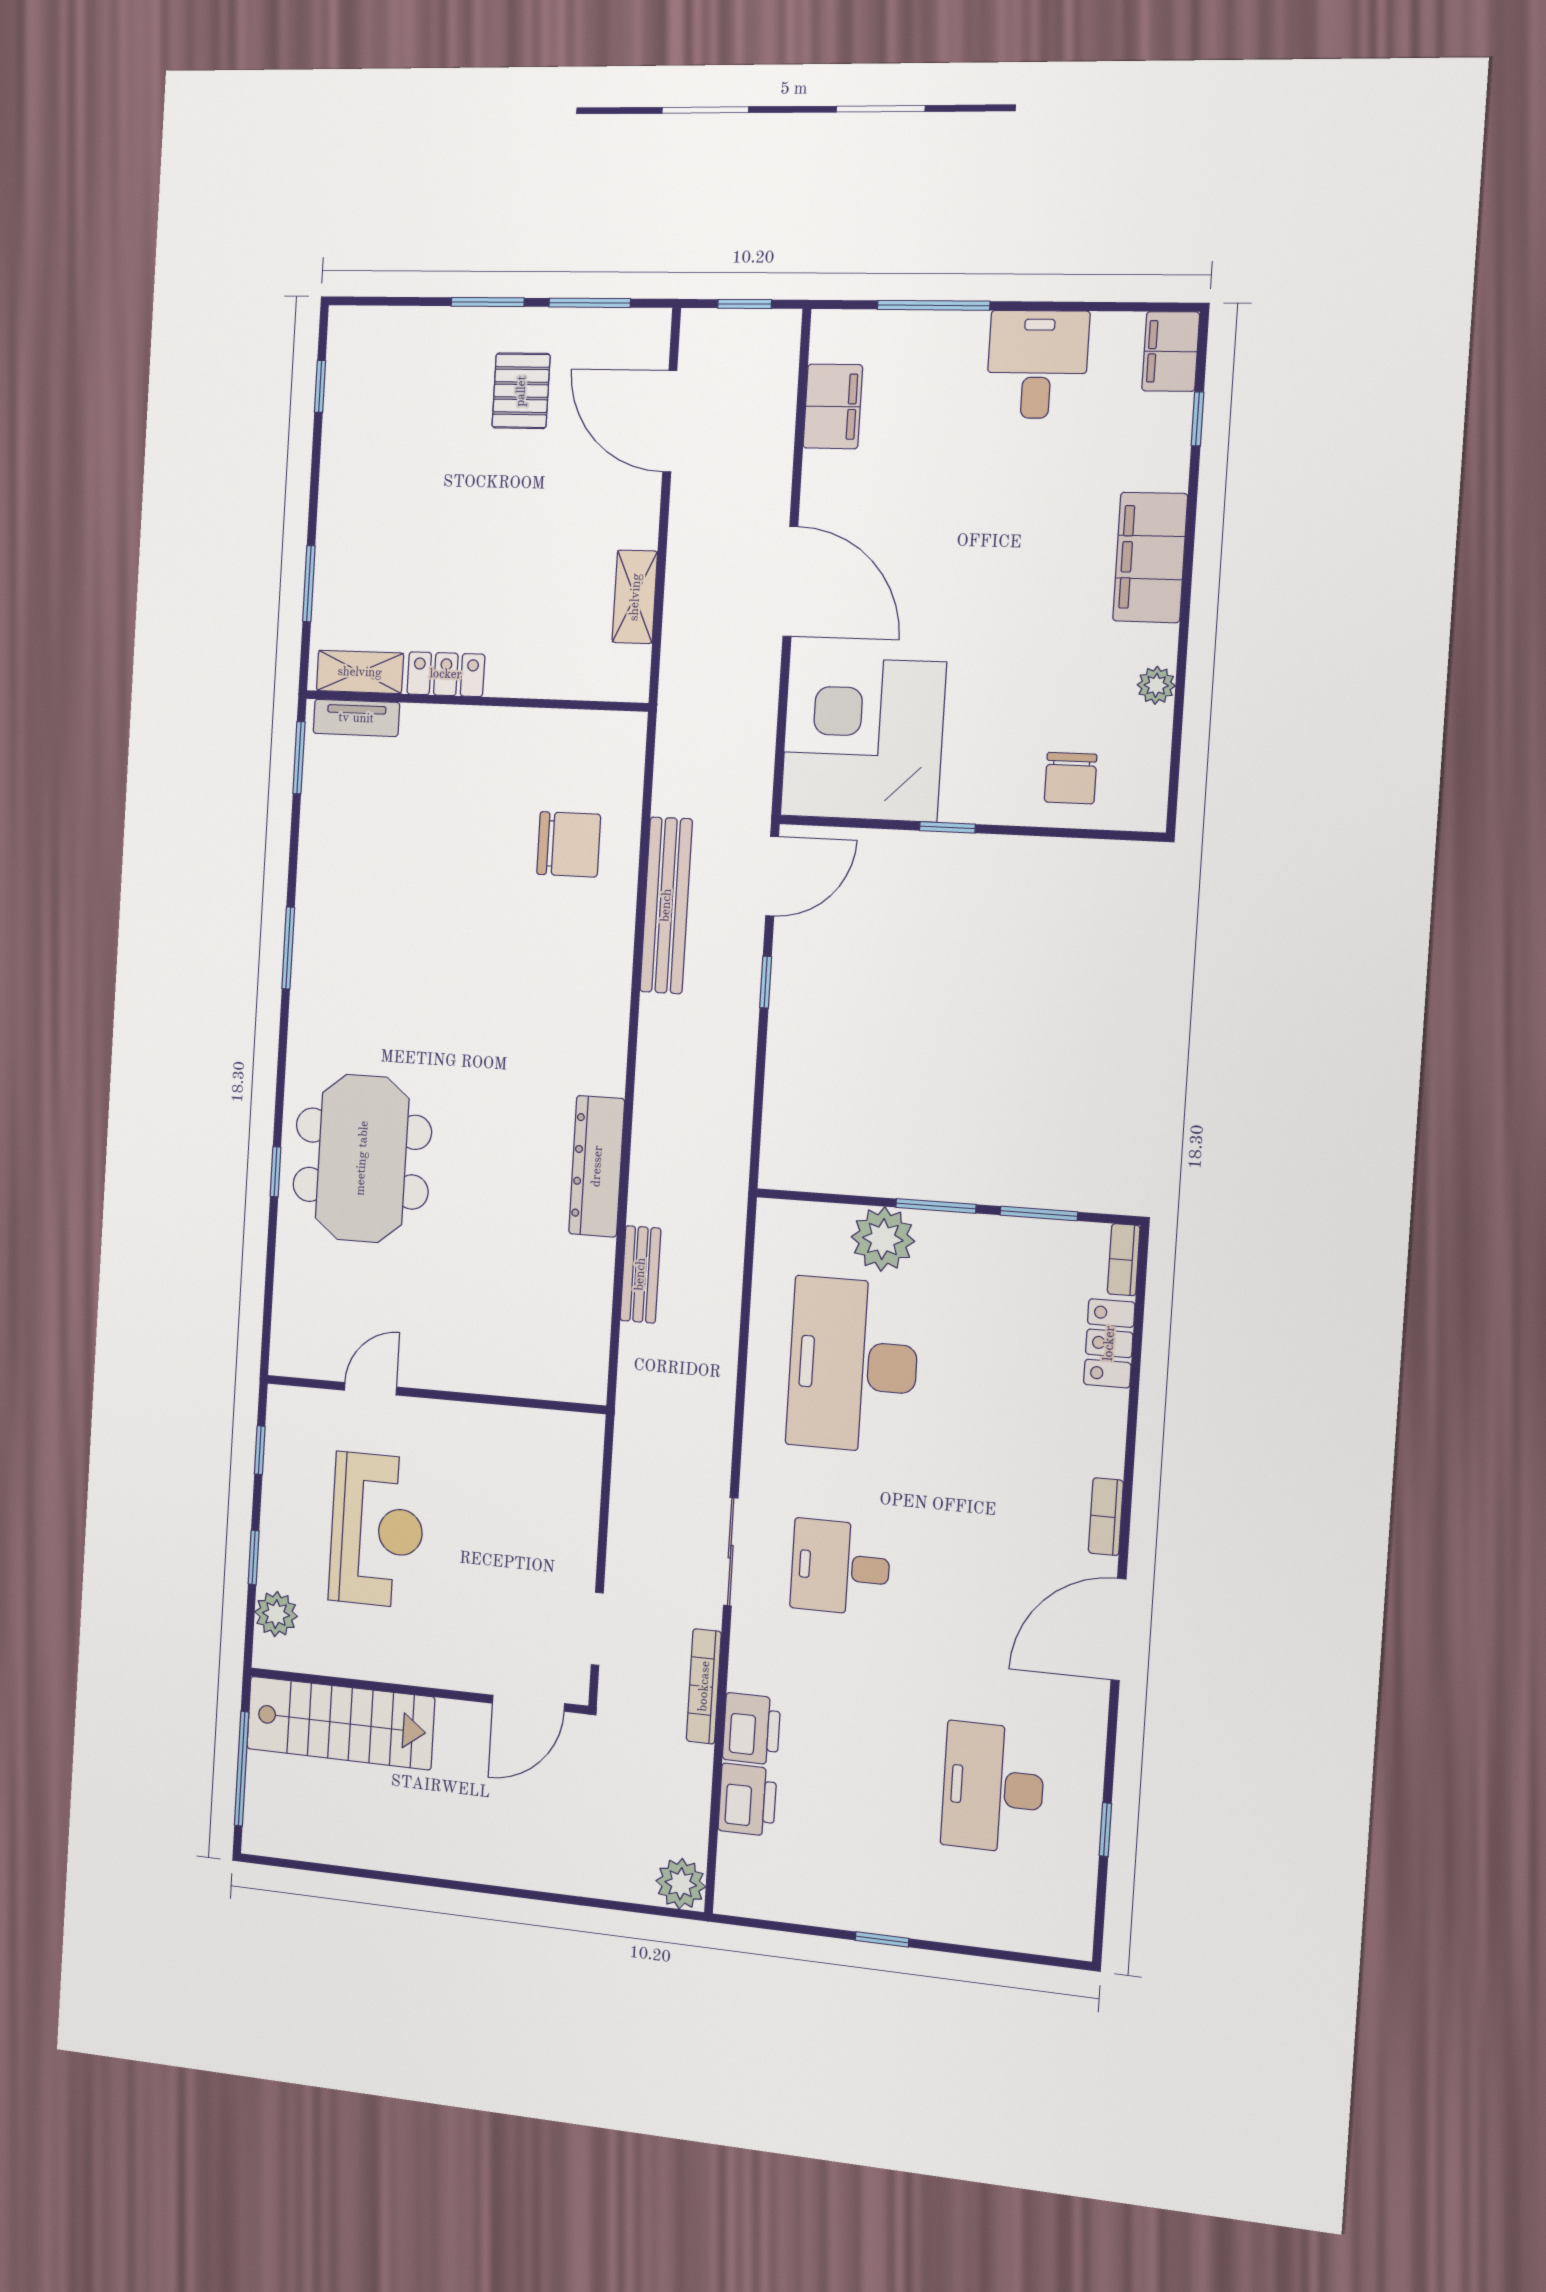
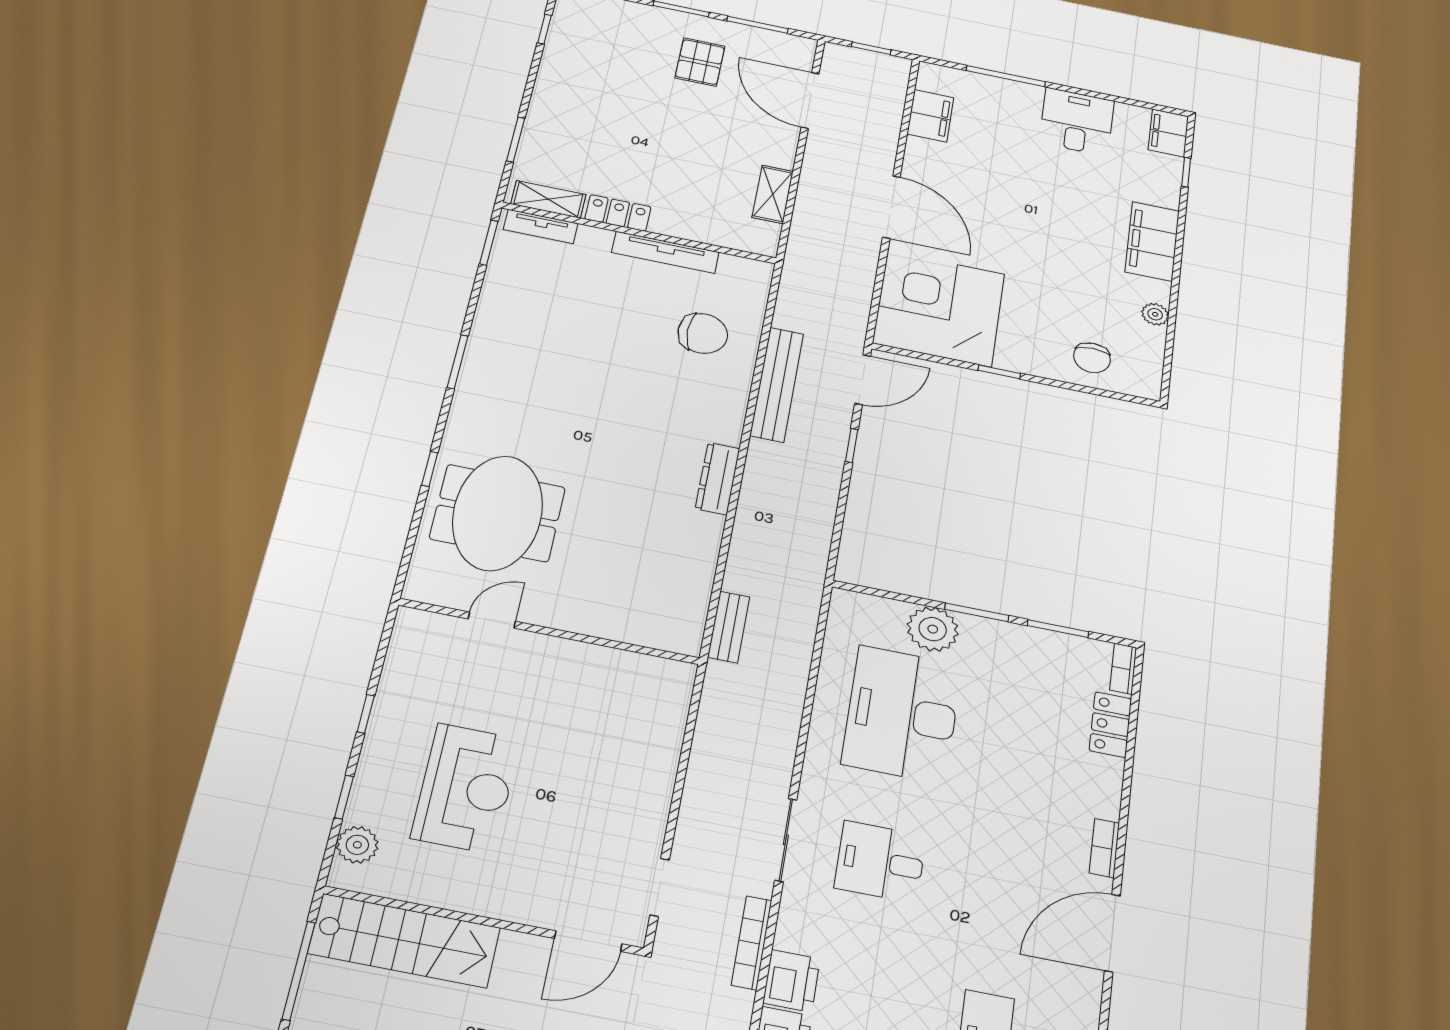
tv unit: (510, 725) -> (665, 252), added
dresser: (597, 1166) -> (718, 479), moved, width x0.73, depth x0.80
window: (276, 1172) -> (430, 469), moved
door: (370, 1389) -> (492, 620), moved
wall: (435, 1394) -> (549, 631), moved

